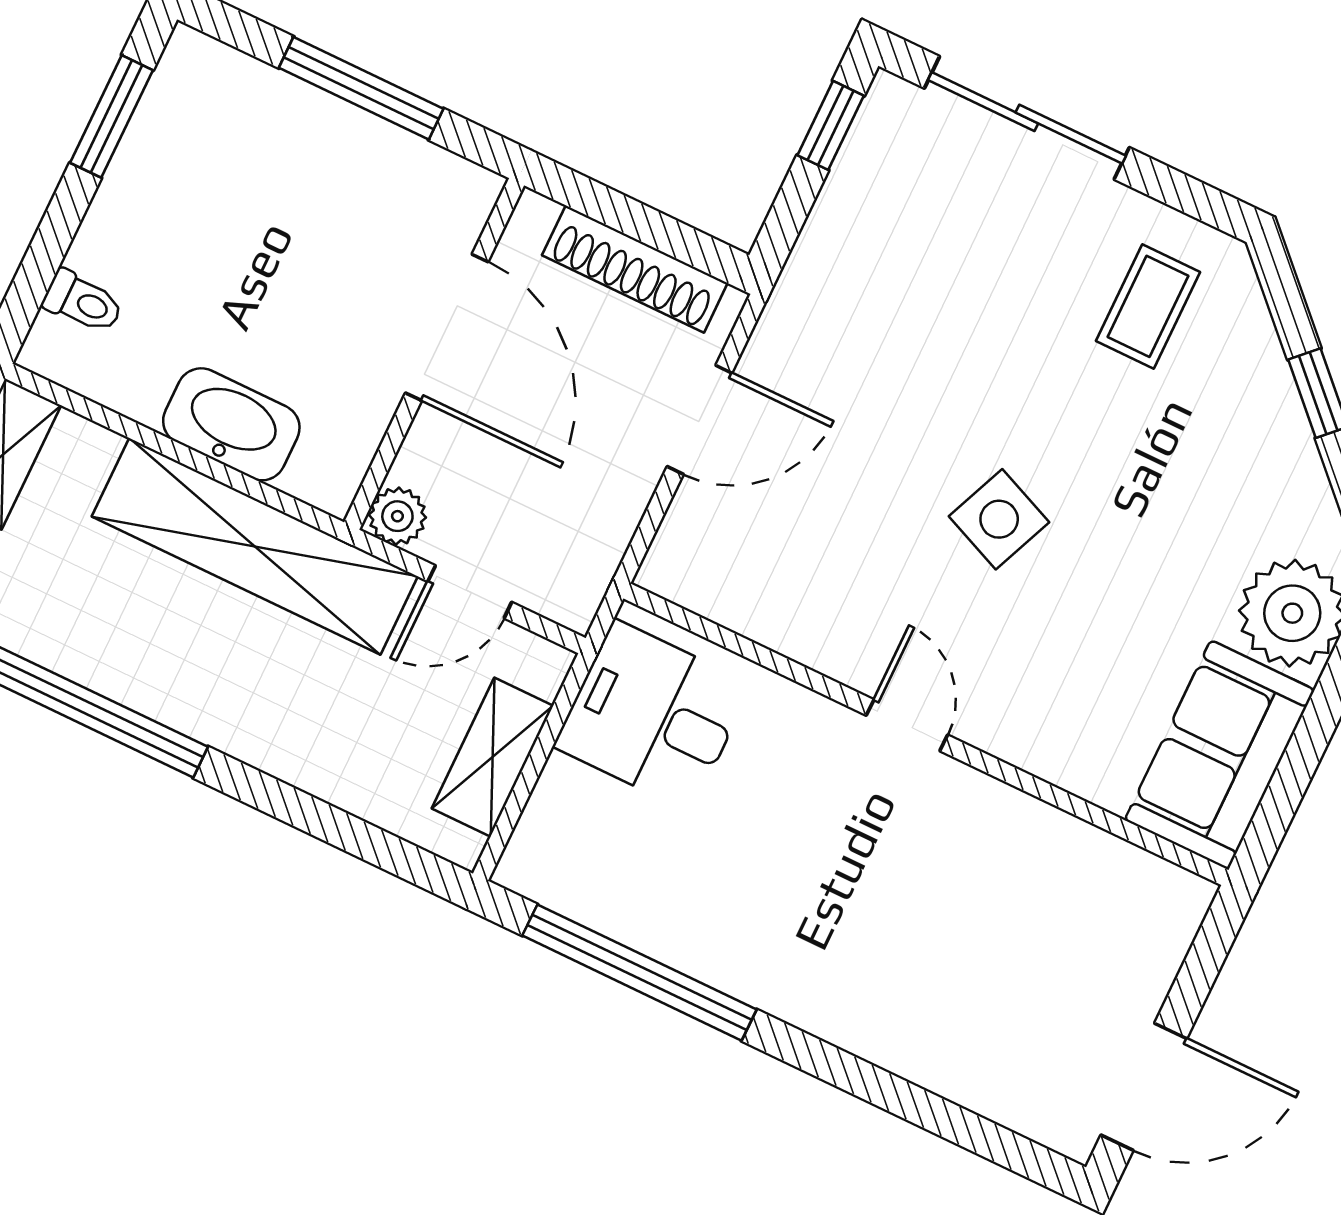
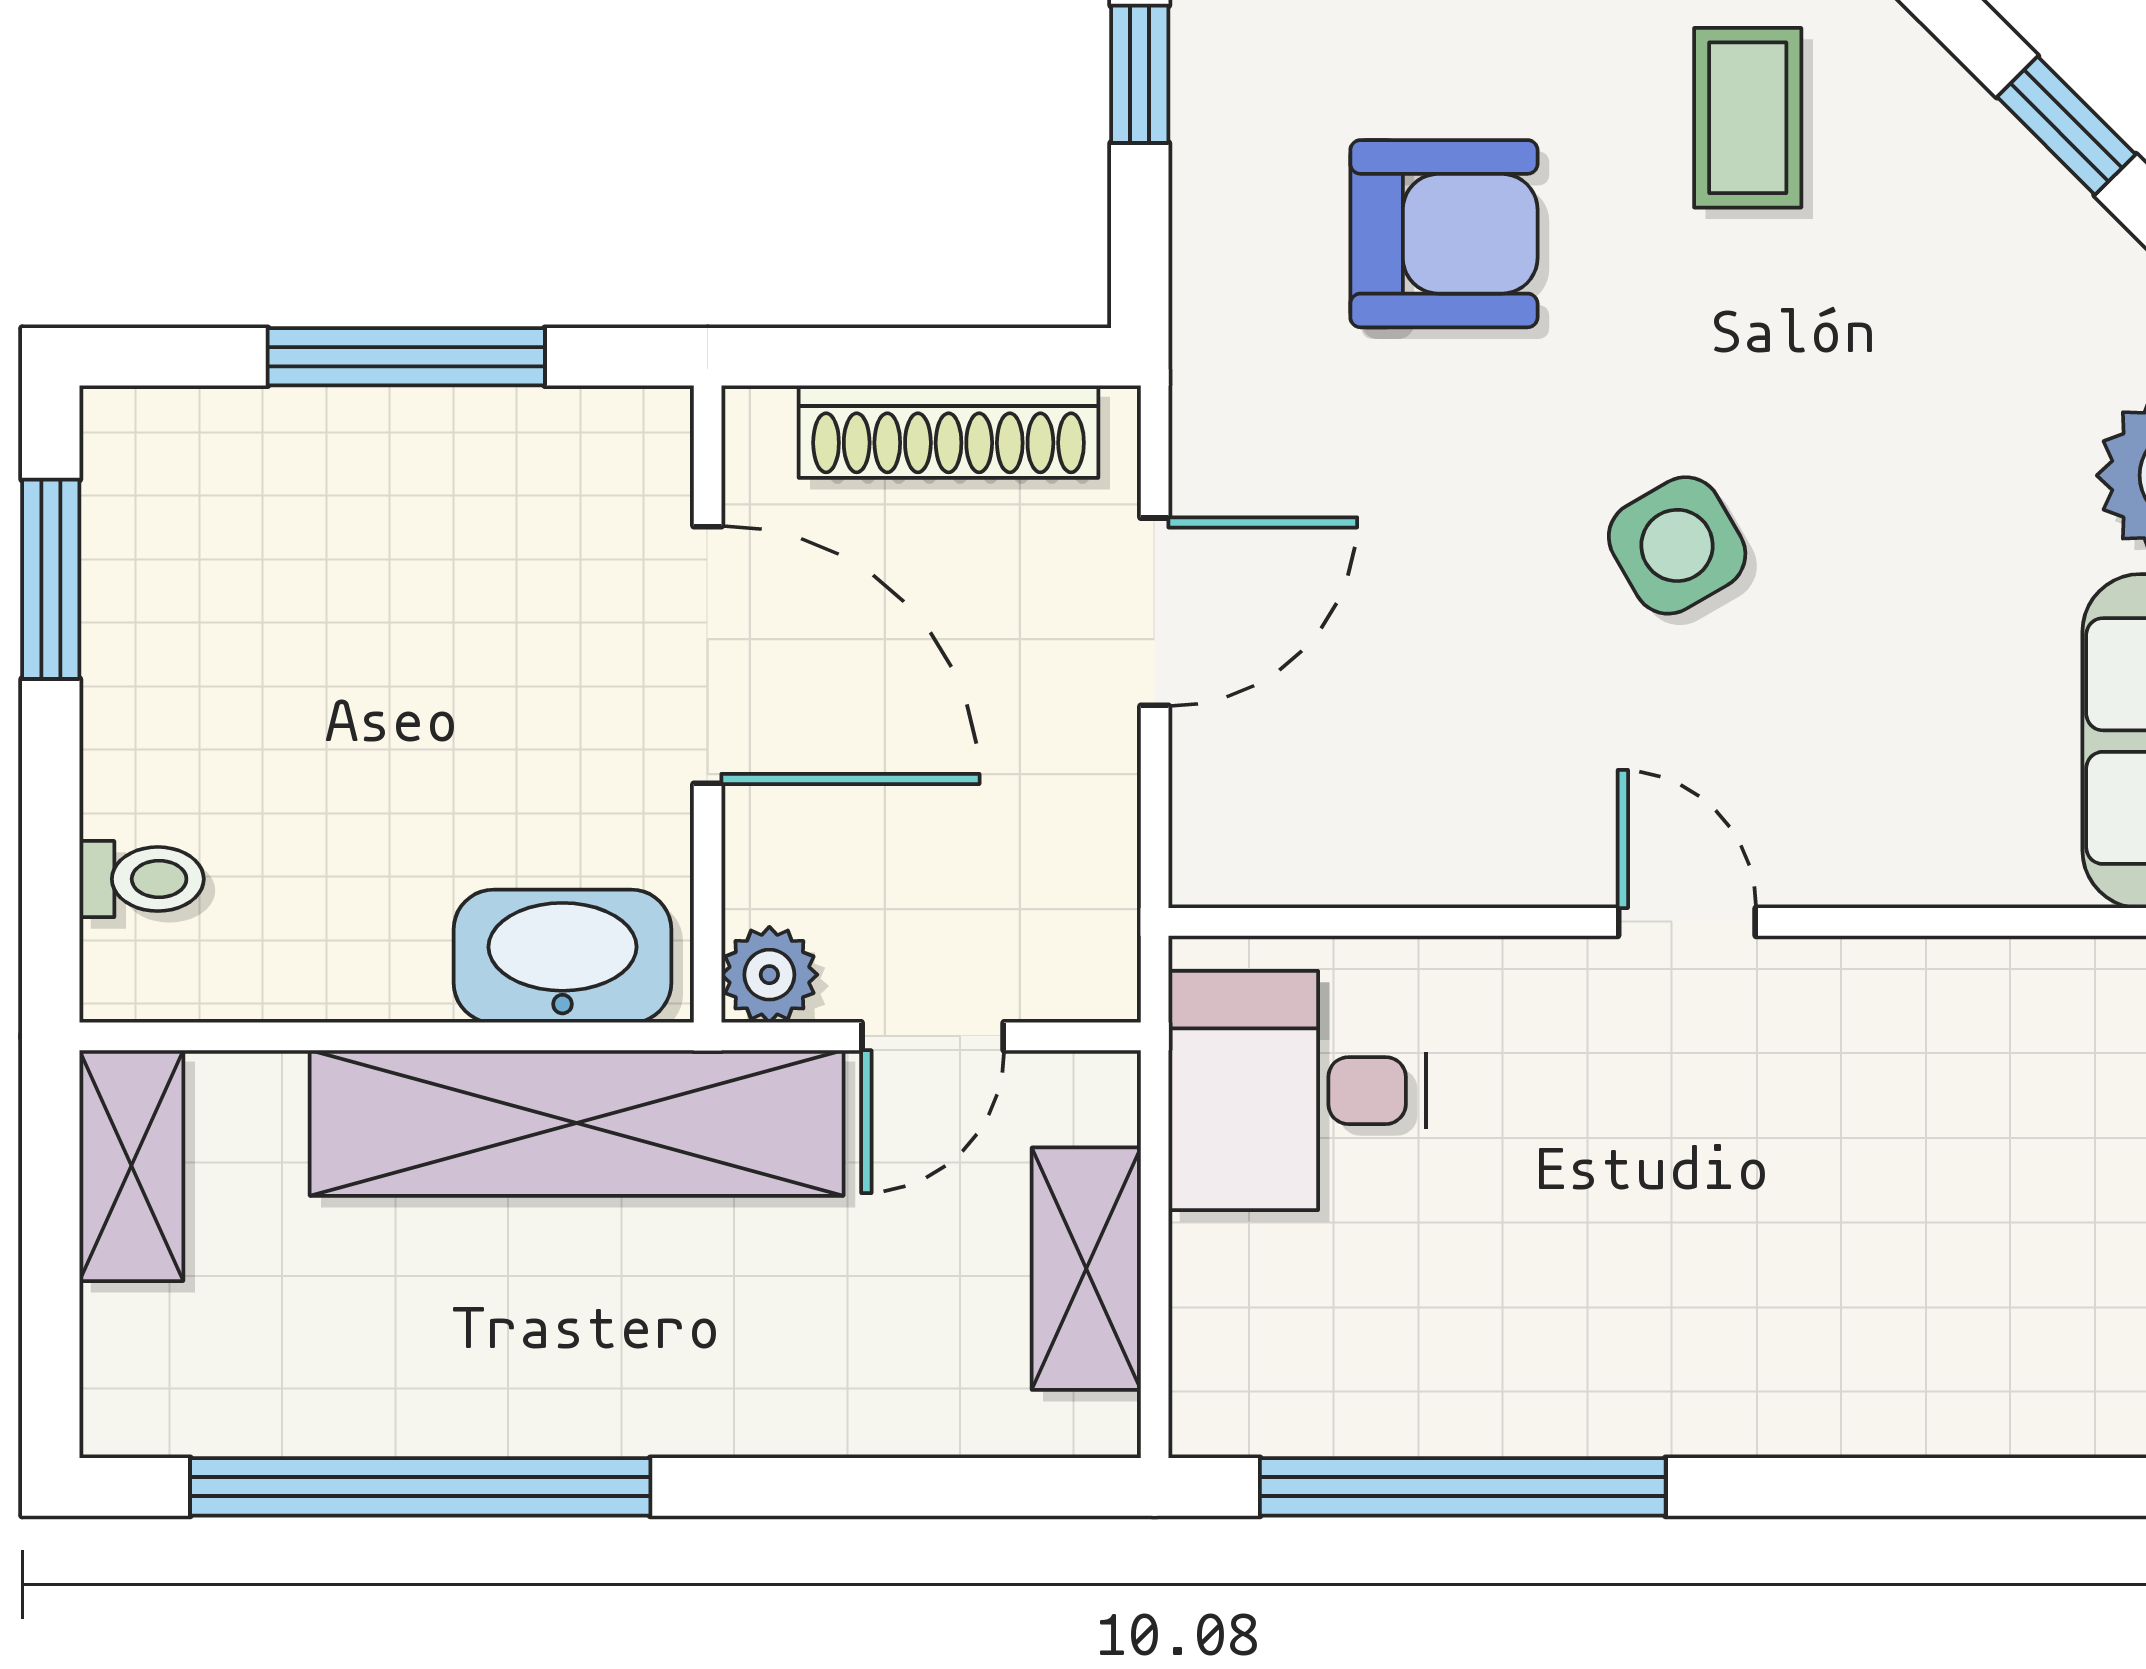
armchair: (954, 290) -> (1444, 234), added
washbasin: (231, 424) -> (562, 956), moved
side table: (999, 519) -> (1677, 545), turned 37

